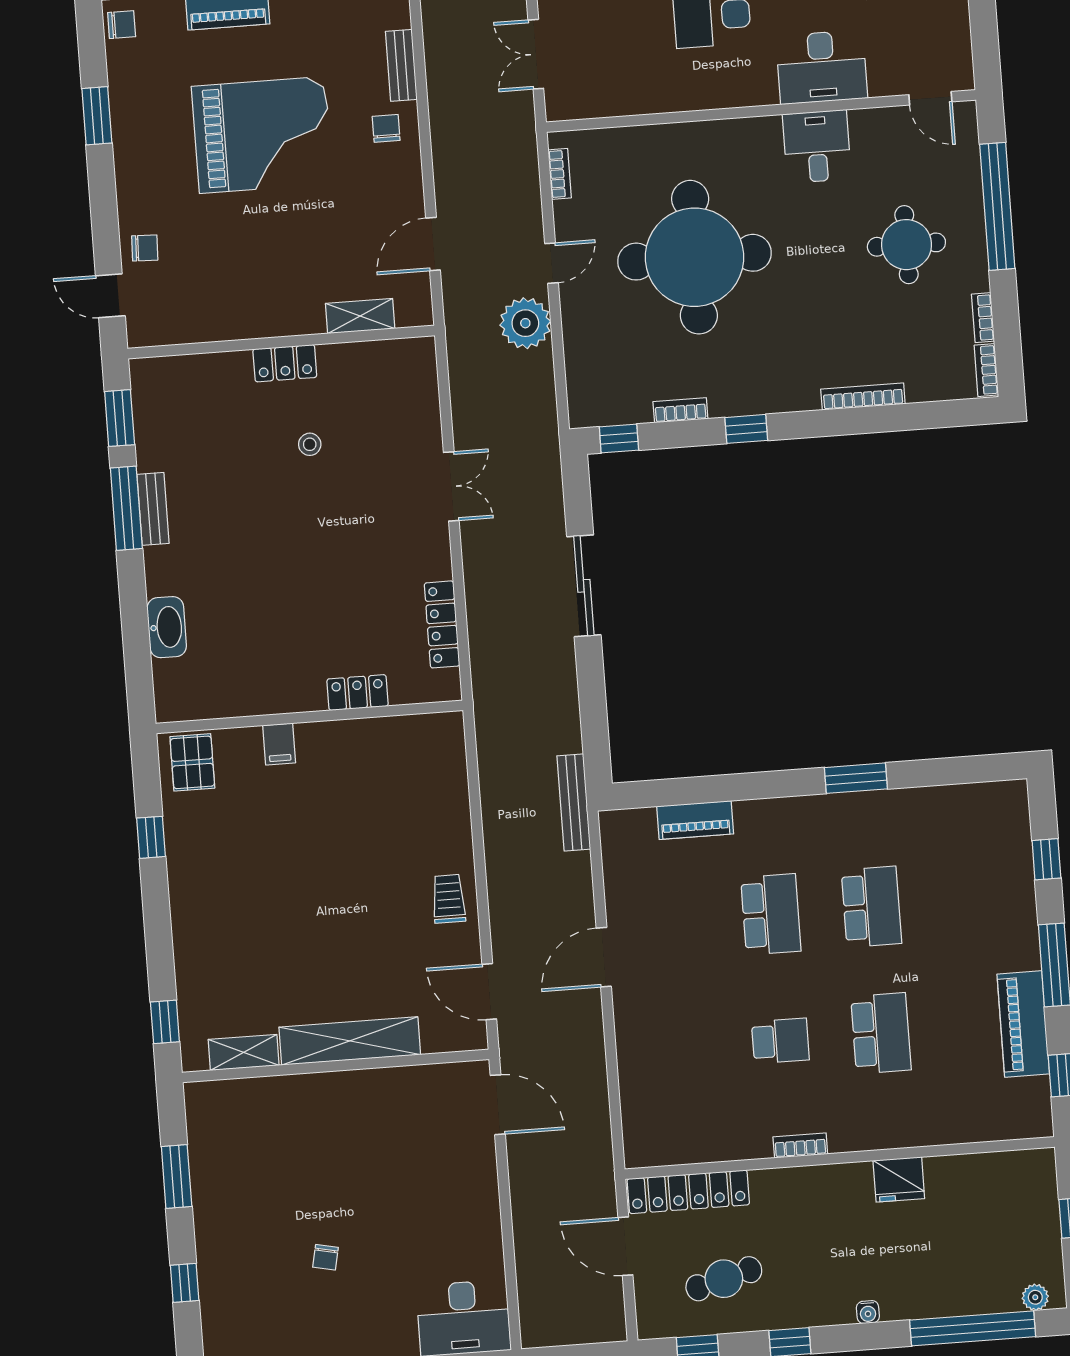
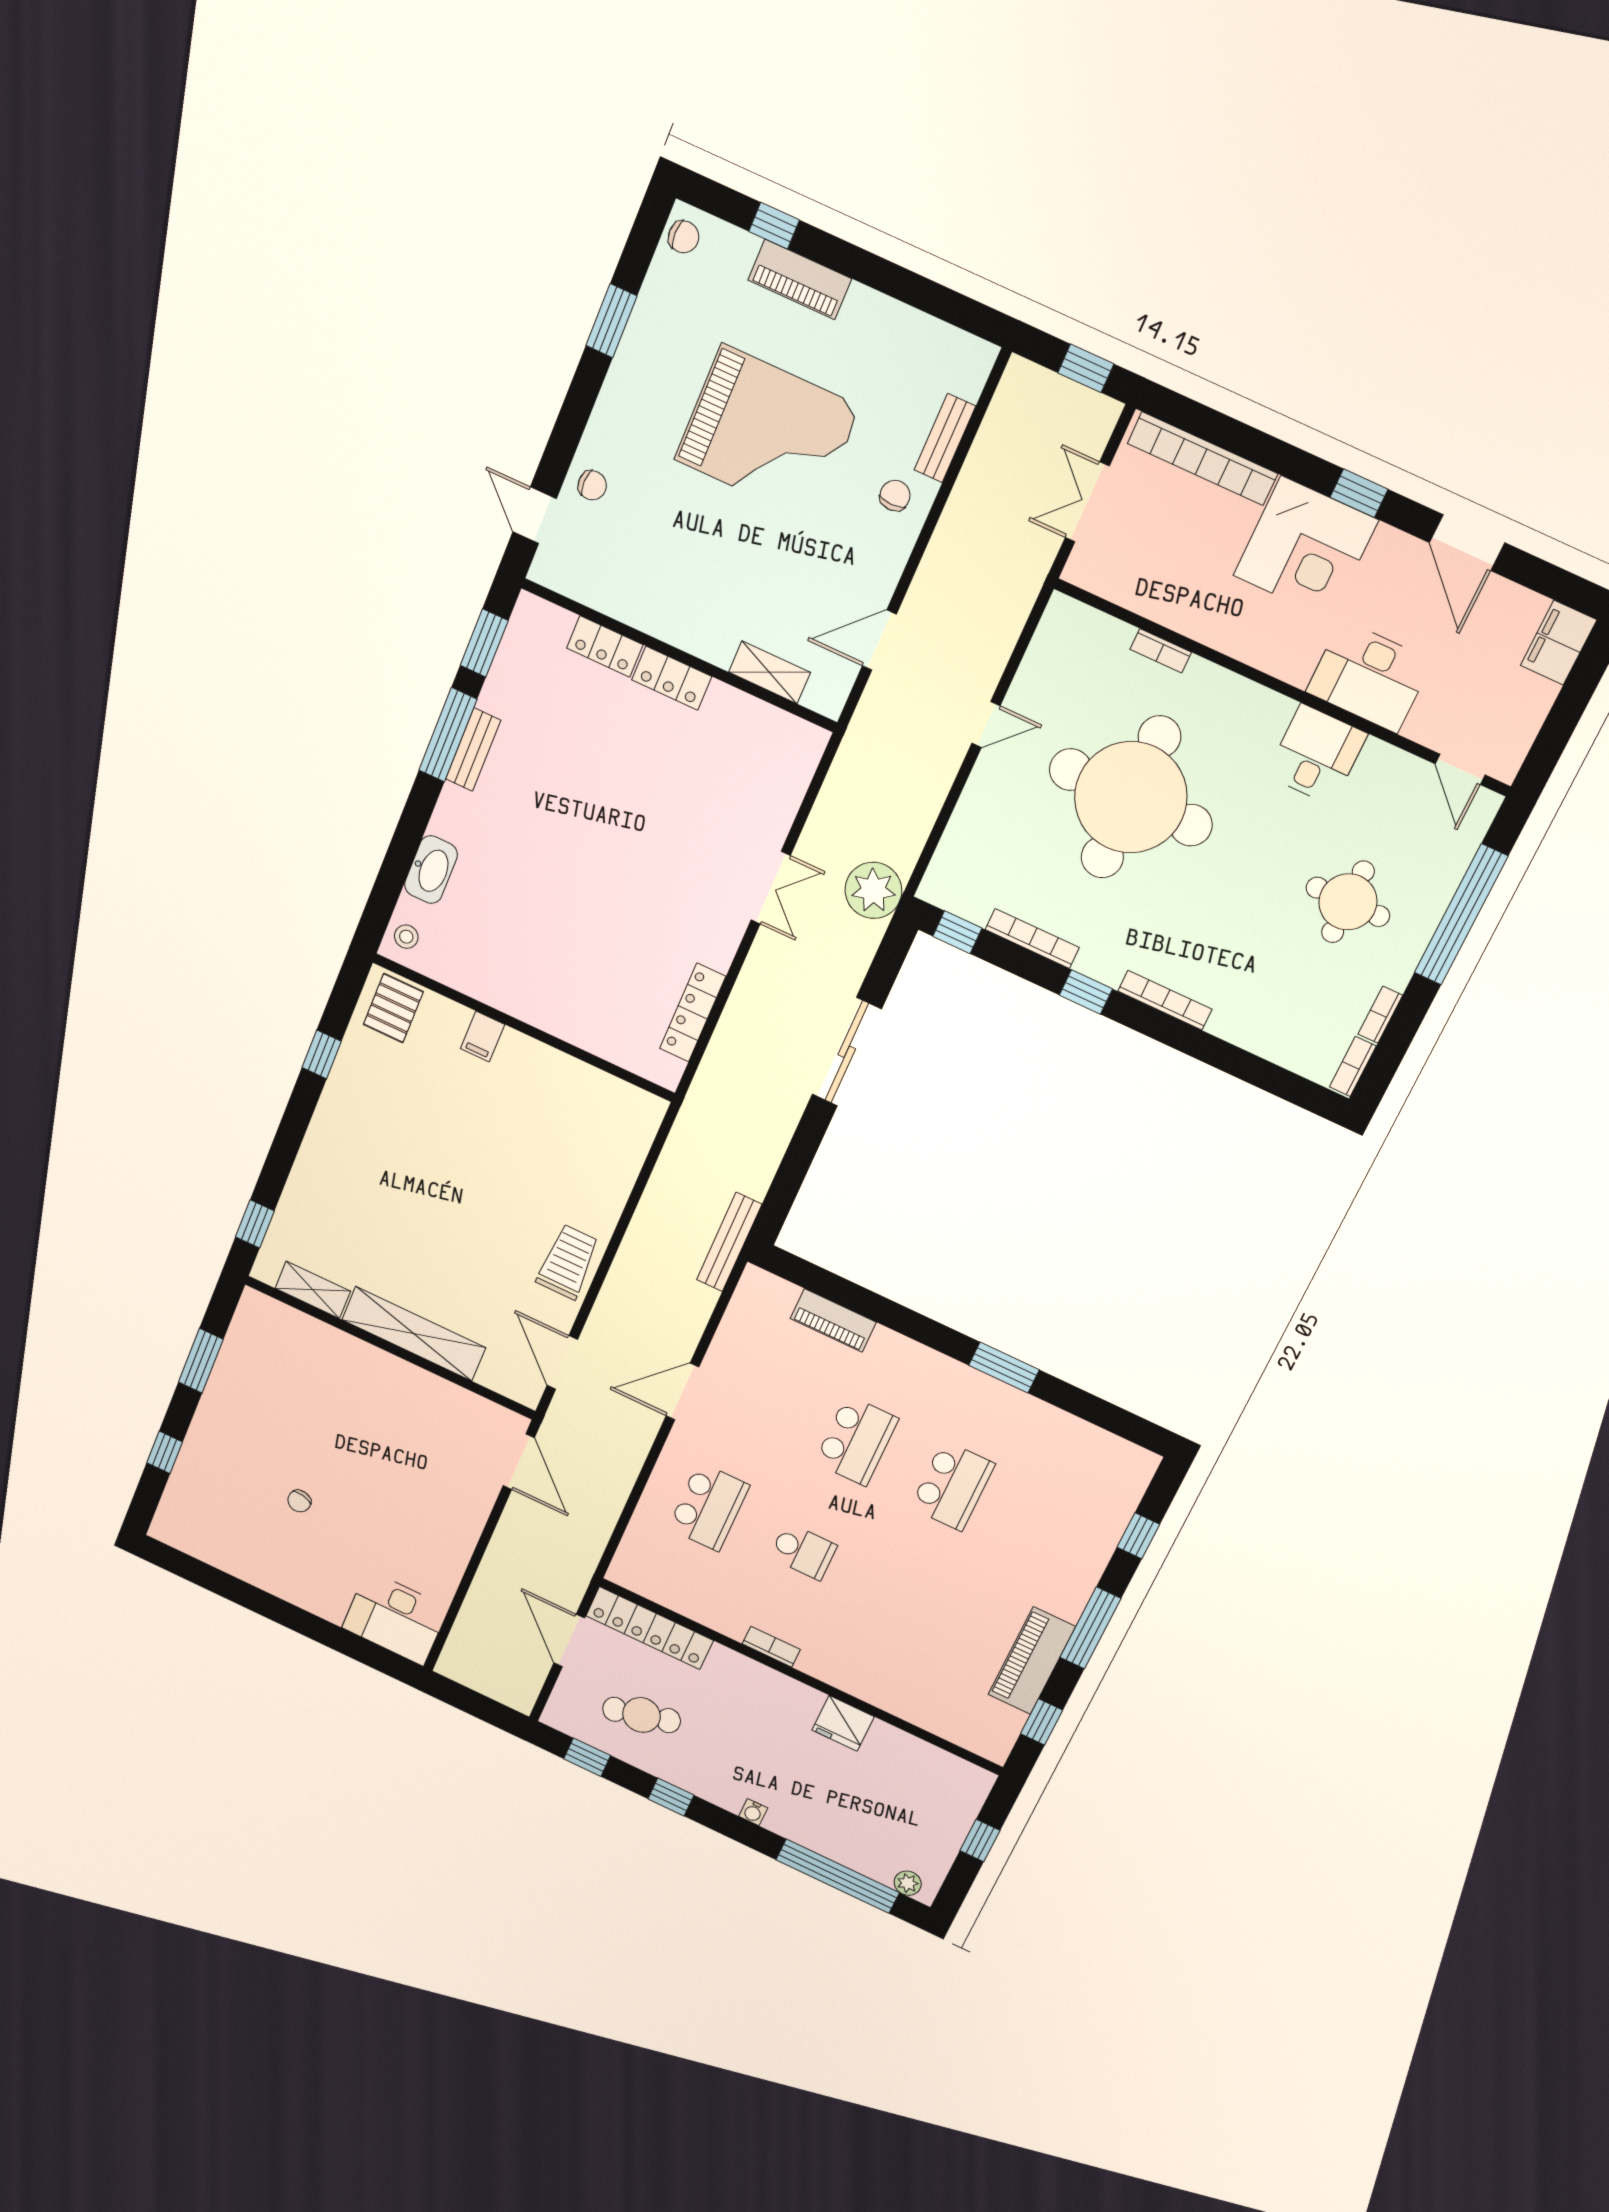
bookcase: (560, 174) -> (1161, 651), moved, turned 90
plant: (525, 323) -> (873, 890), moved
bookcase: (863, 397) -> (1165, 1000), moved
bookcase: (680, 410) -> (1032, 938), width x1.56
stool: (310, 444) -> (406, 937), moved
locker: (358, 693) -> (605, 646), moved, turned 180
trolley: (449, 899) -> (568, 1262), width x1.36, depth x1.39
school desk: (881, 1033) -> (709, 1507), moved

